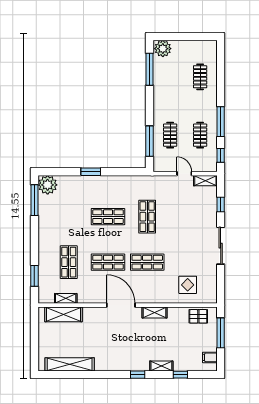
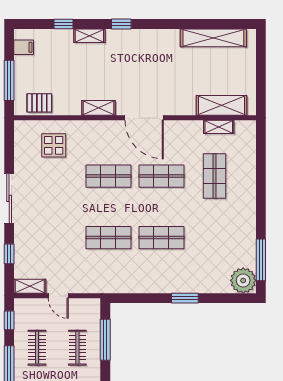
shop shelf: (147, 217) -> (108, 238), turned 90
window: (34, 276) -> (261, 157), removed

